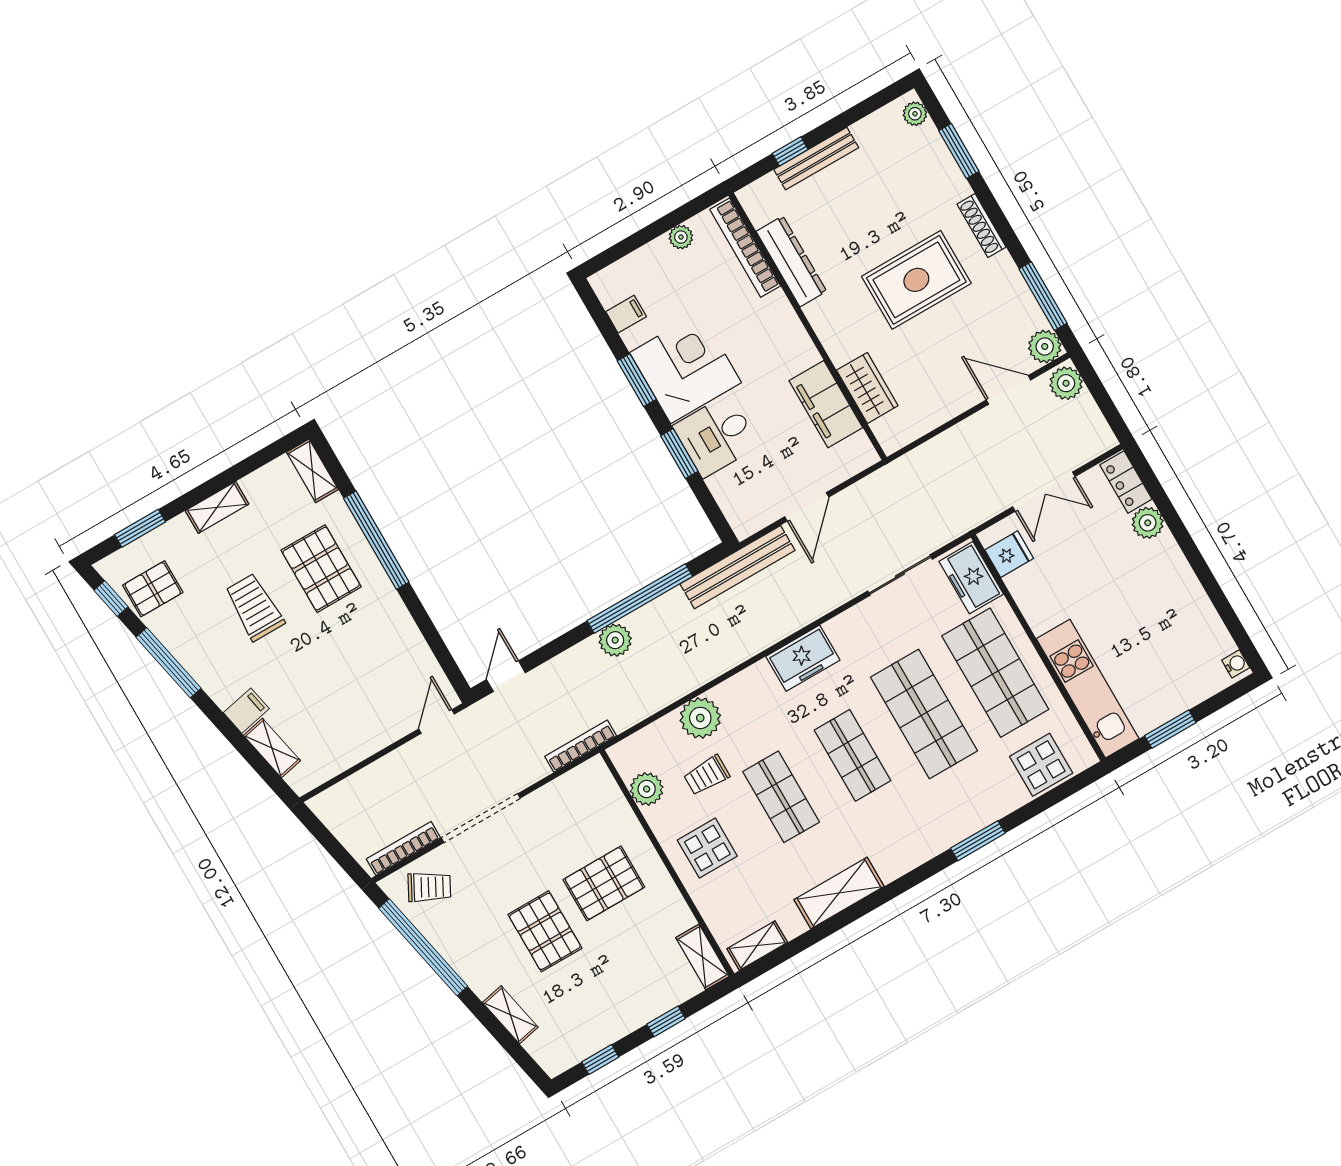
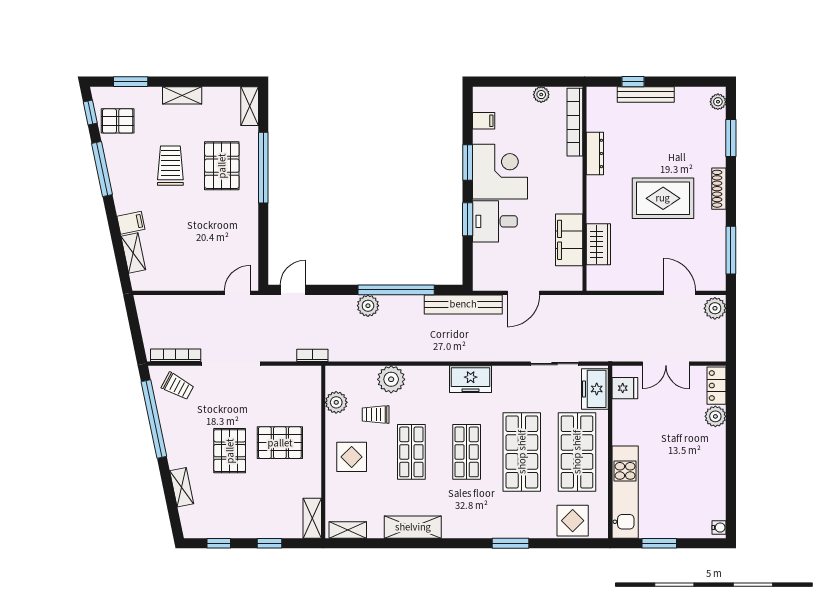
dresser: (791, 261) -> (595, 153), width x0.73, depth x0.80
plant: (1045, 346) -> (715, 280), removed
bookcase: (581, 746) -> (312, 355), width x0.64

